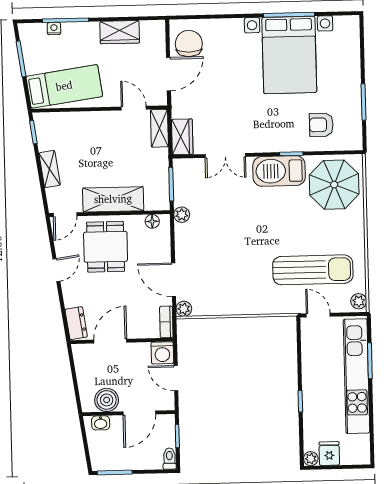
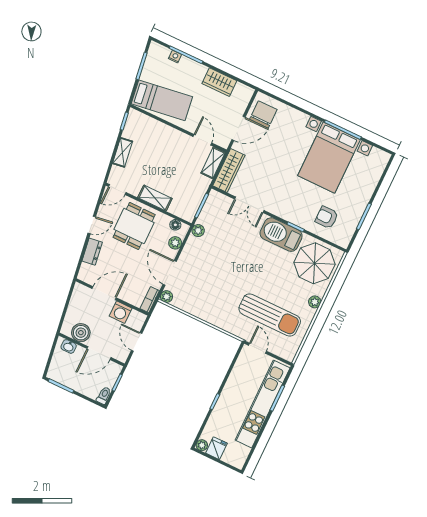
wardrobe: (182, 137) -> (229, 170), width x1.50
shelving: (113, 199) -> (155, 198), width x0.67, depth x0.75
plant: (163, 242) -> (175, 243), added
plant: (359, 301) -> (315, 302), moved
dresser: (76, 323) -> (92, 252), moved
washing machine: (162, 353) -> (121, 312), moved

